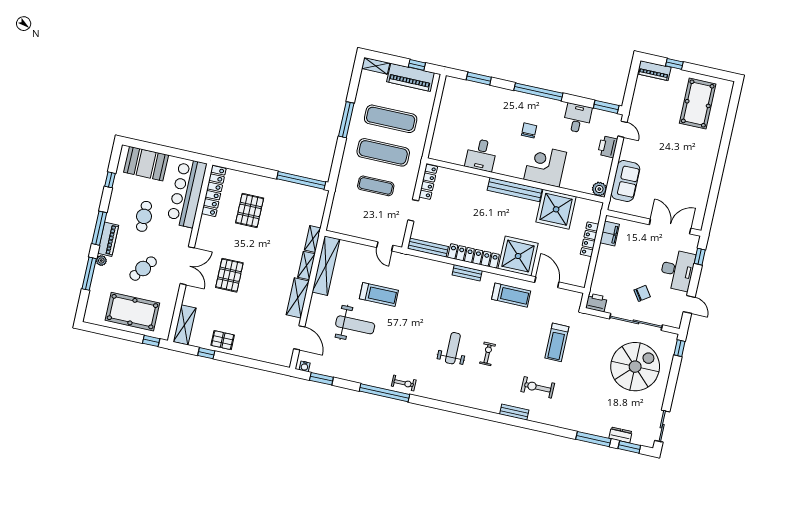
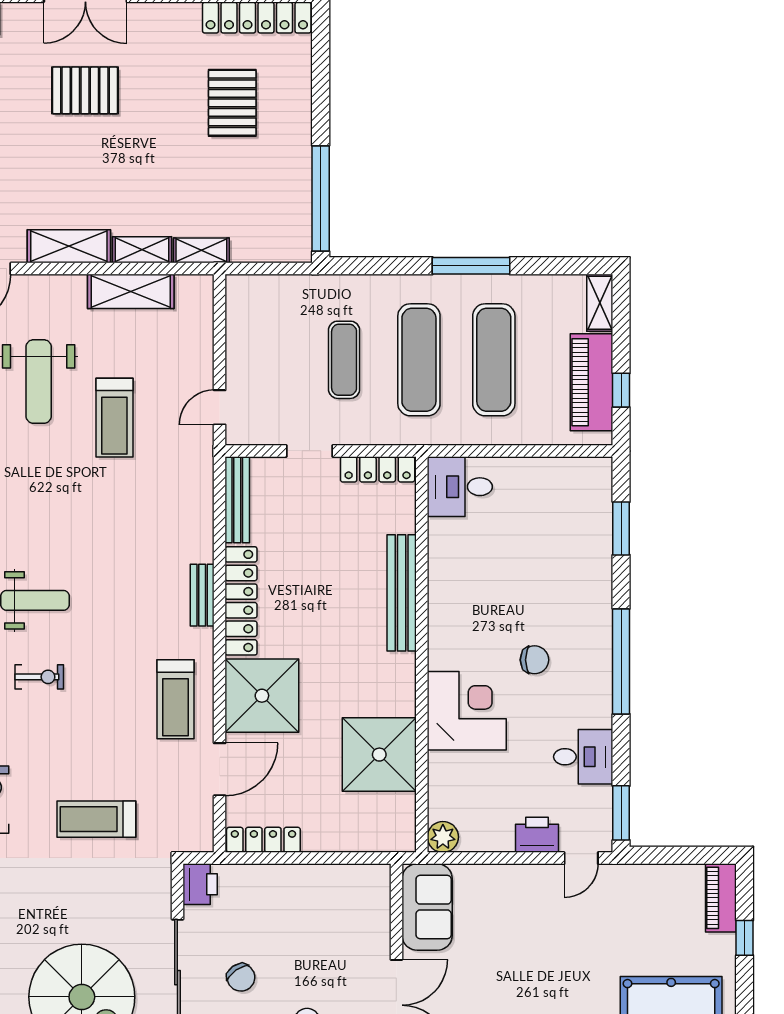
desk: (481, 155) -> (460, 487), moved
sofa: (625, 181) -> (427, 907), moved, turned -90
bench: (515, 190) -> (402, 593), moved
pallet: (250, 210) -> (232, 103), turned 90
filing cabinet: (610, 234) -> (353, 880), removed
locker: (589, 239) -> (263, 840), moved
shelving: (326, 266) -> (131, 291), width x0.68

